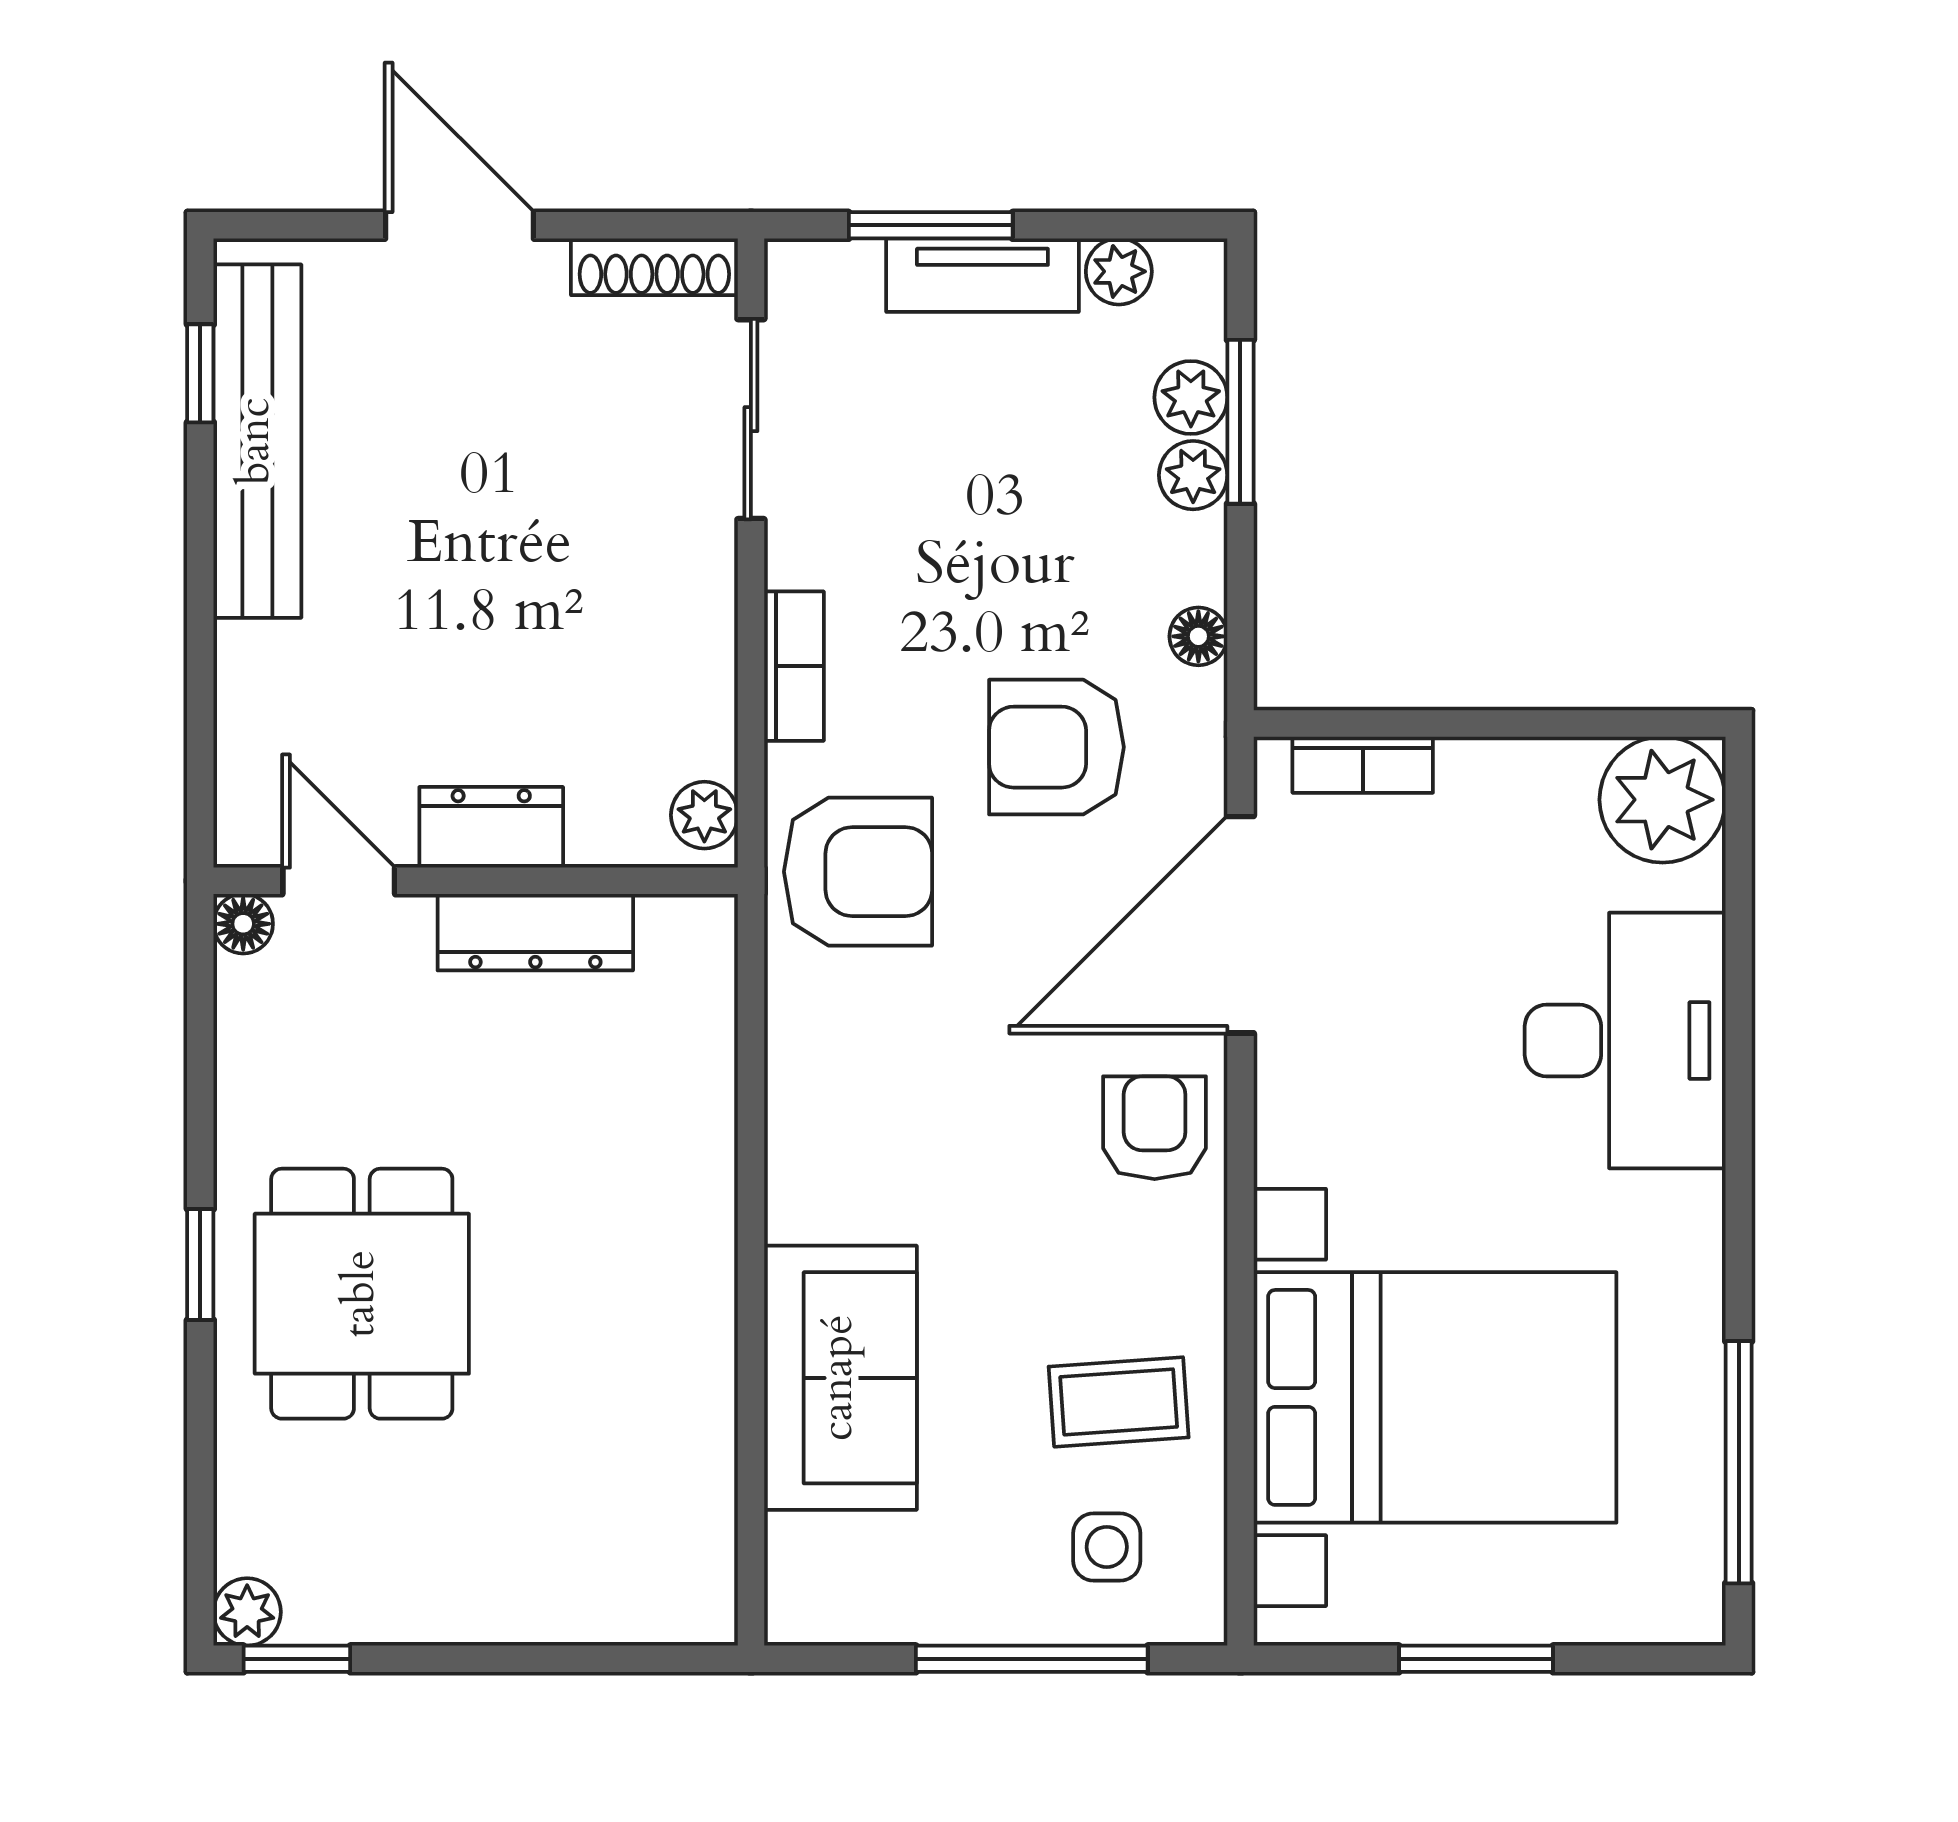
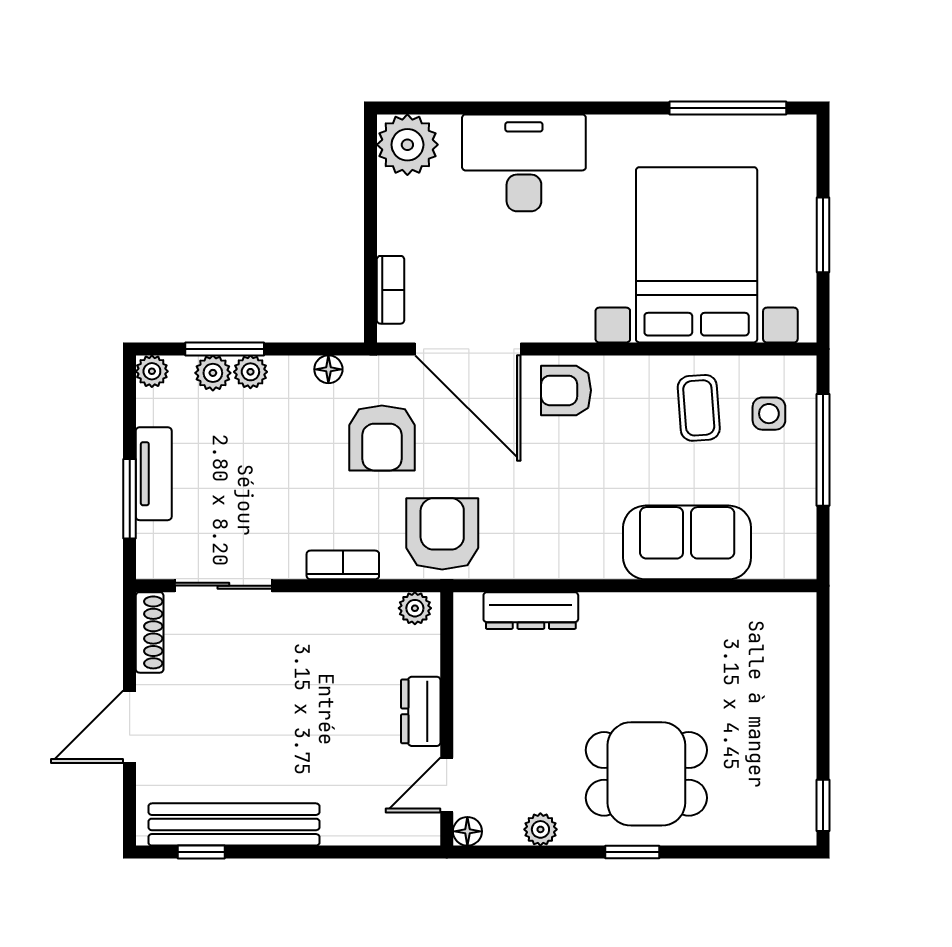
plant: (1119, 271) -> (152, 371), moved
dresser: (535, 932) -> (531, 611), moved, turned 90
plant: (247, 1612) -> (540, 829), moved

